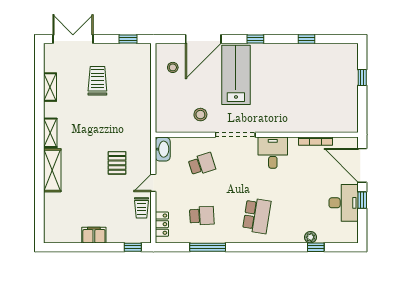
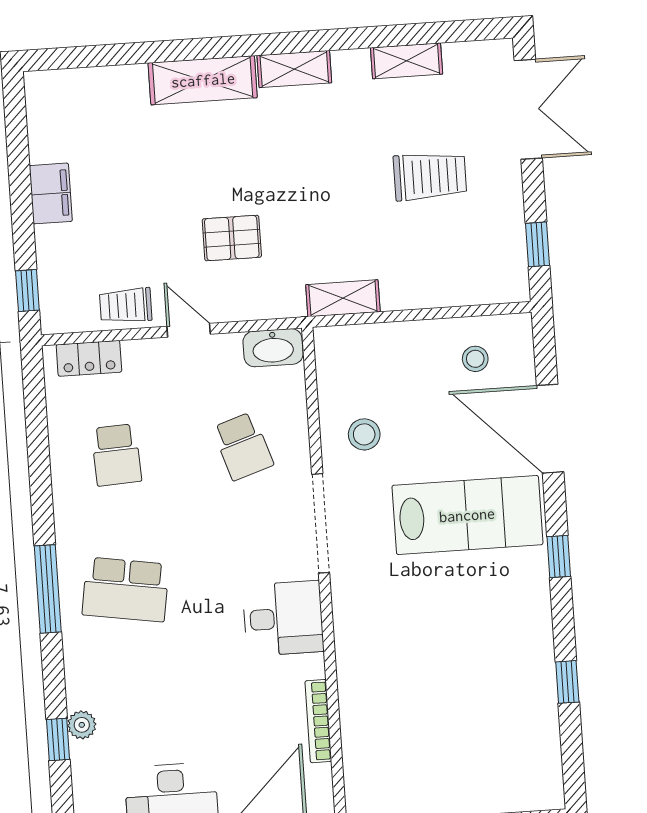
shelving: (145, 119) -> (343, 298), added
window: (208, 247) -> (48, 589), moved

